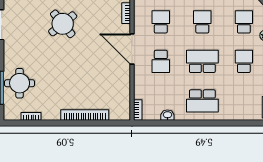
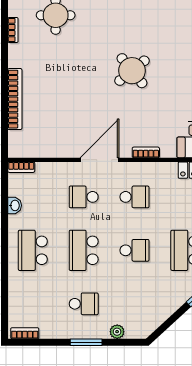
school desk: (244, 22) -> (135, 304), removed
school desk: (202, 61) -> (84, 250), turned 180

